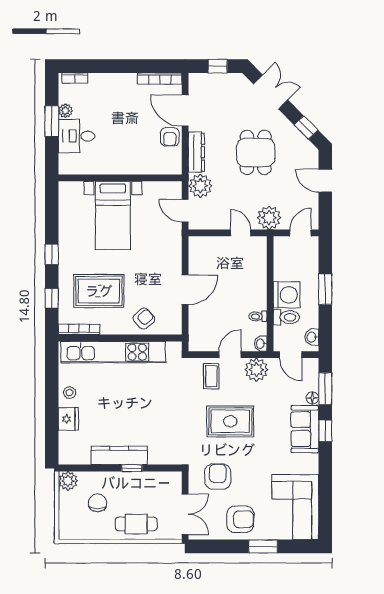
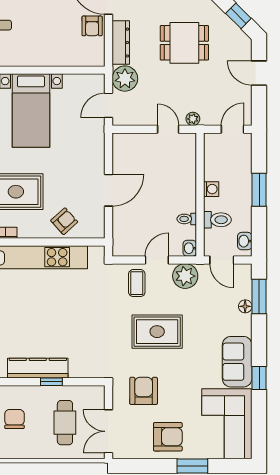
dining table: (256, 152) -> (184, 43), turned 90
door: (185, 211) -> (109, 105), hinge flipped
plant: (269, 218) -> (193, 119), width x0.53, depth x0.53
washing machine: (287, 295) -> (211, 189), width x0.53, depth x0.53
sofa: (305, 429) -> (237, 362), moved
window: (325, 431) -> (259, 378), moved
double door: (185, 514) -> (109, 431), swing flipped
cafe table: (136, 524) -> (65, 423), moved, turned 90

